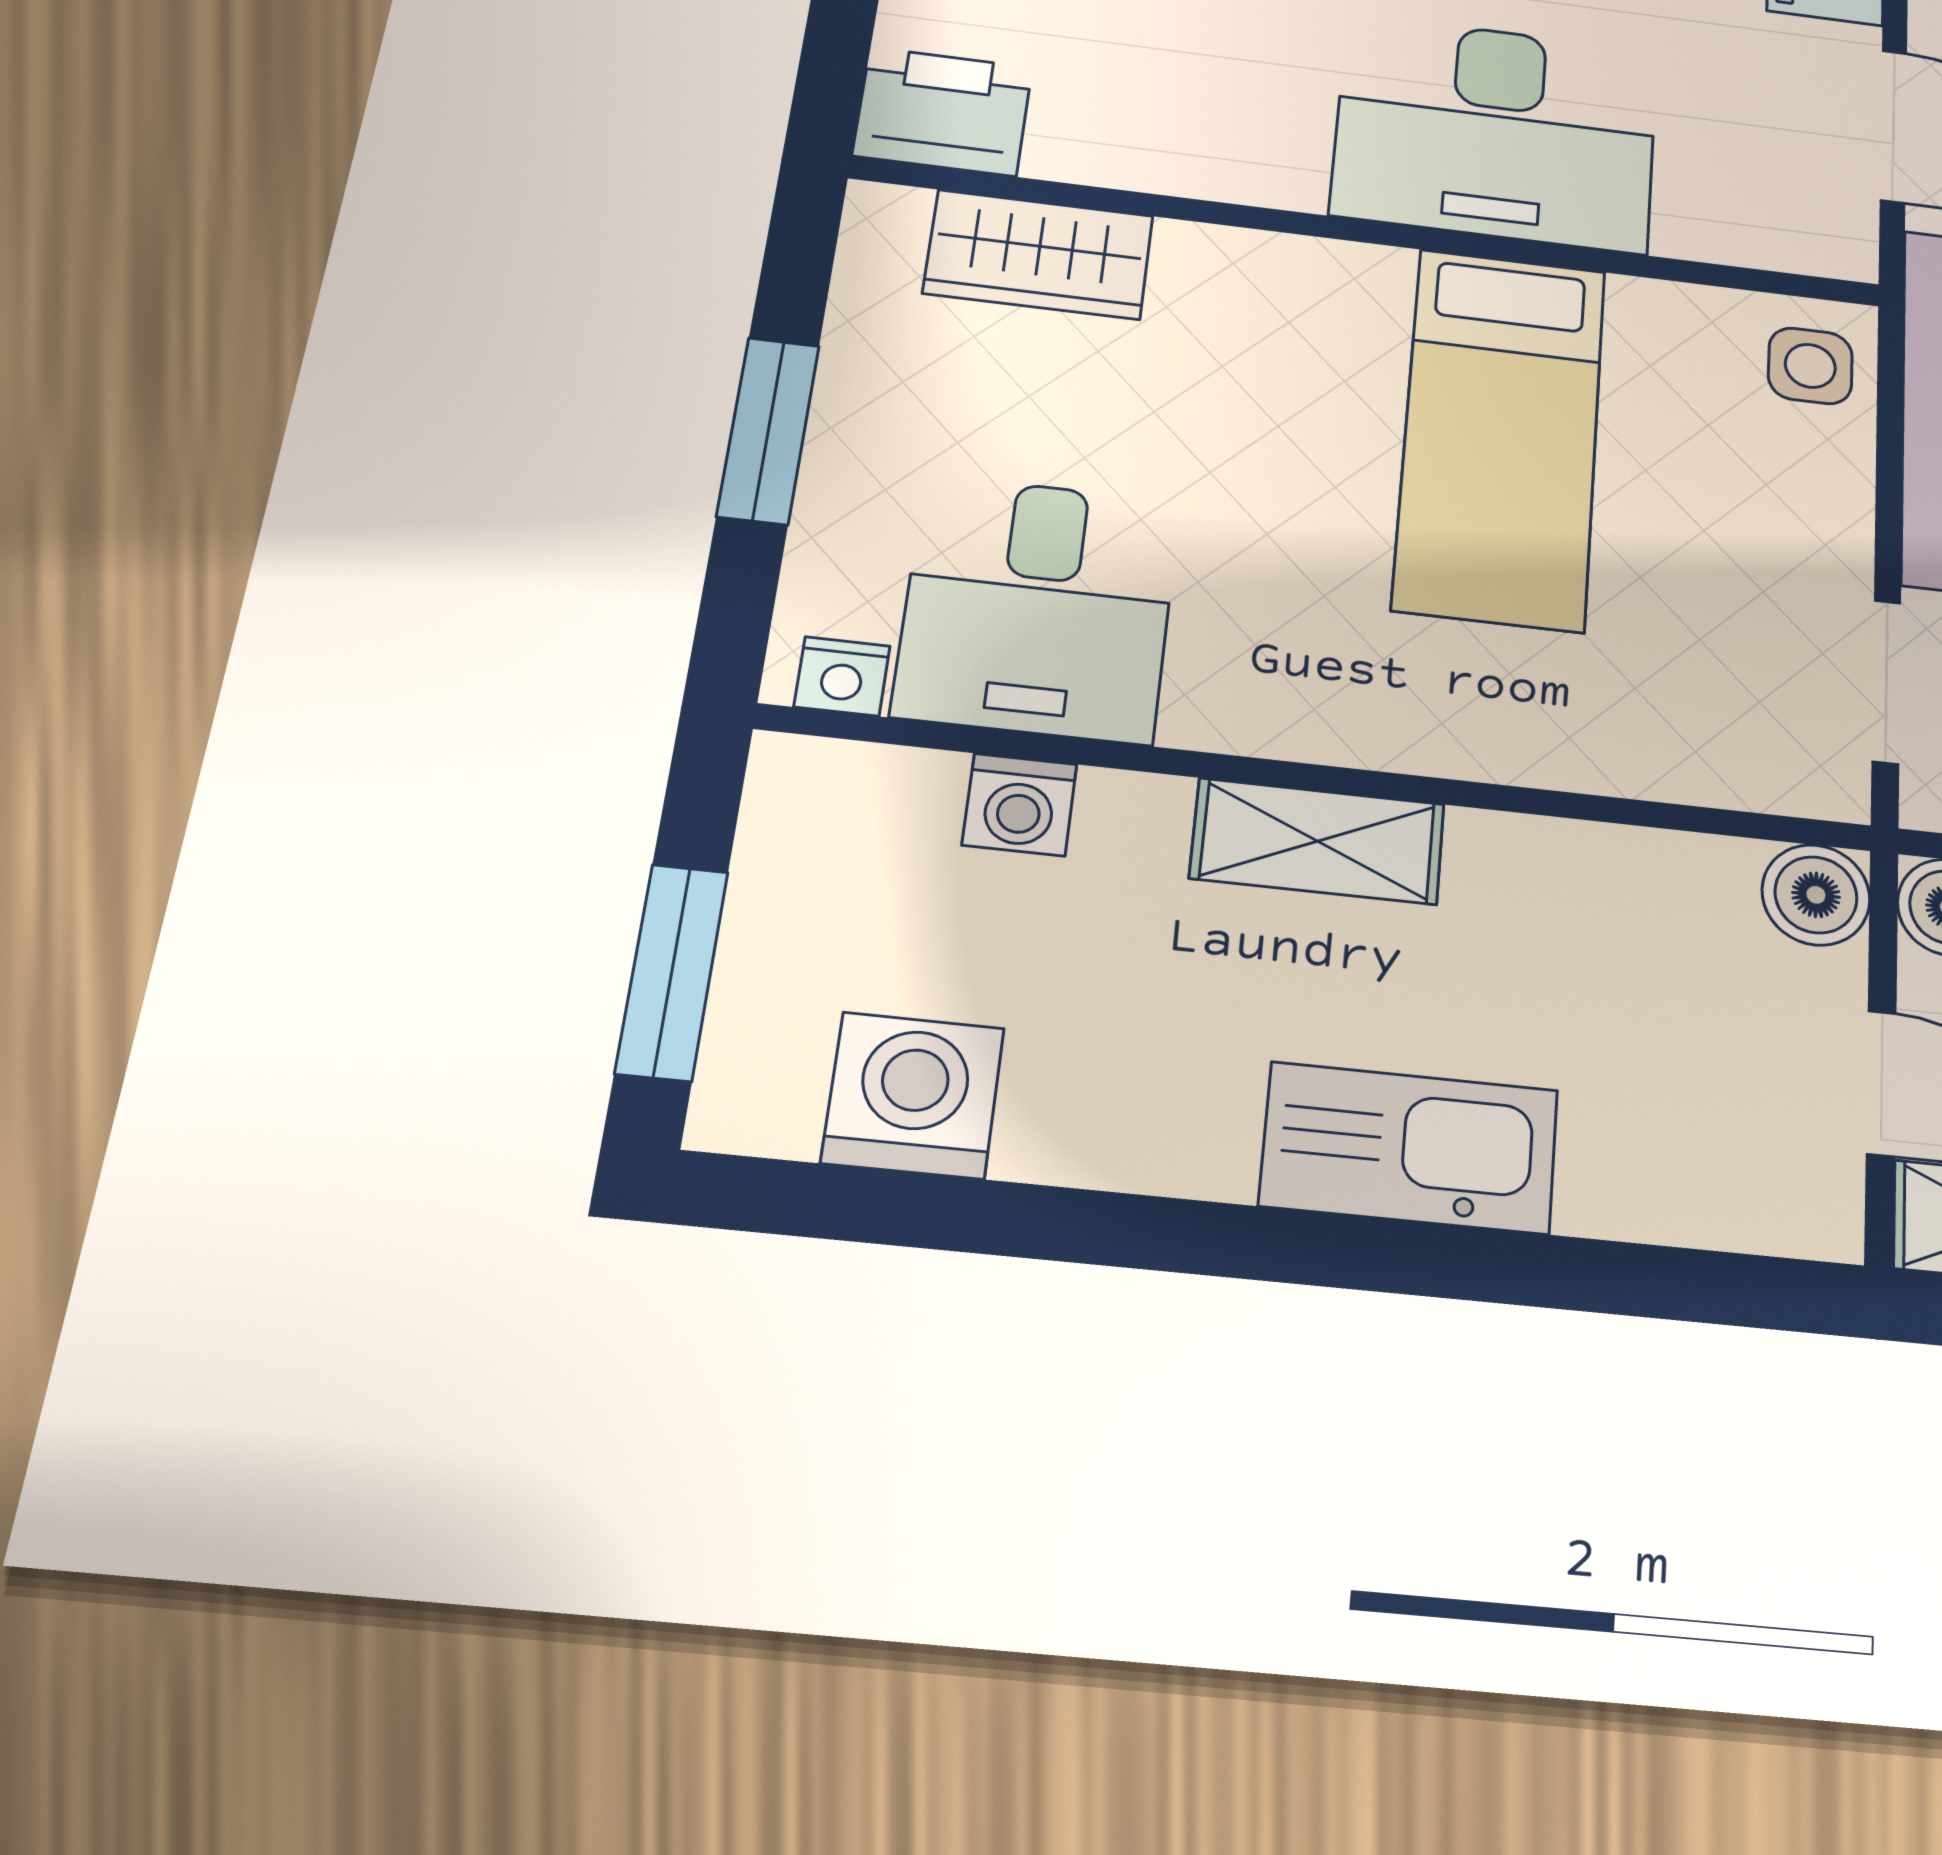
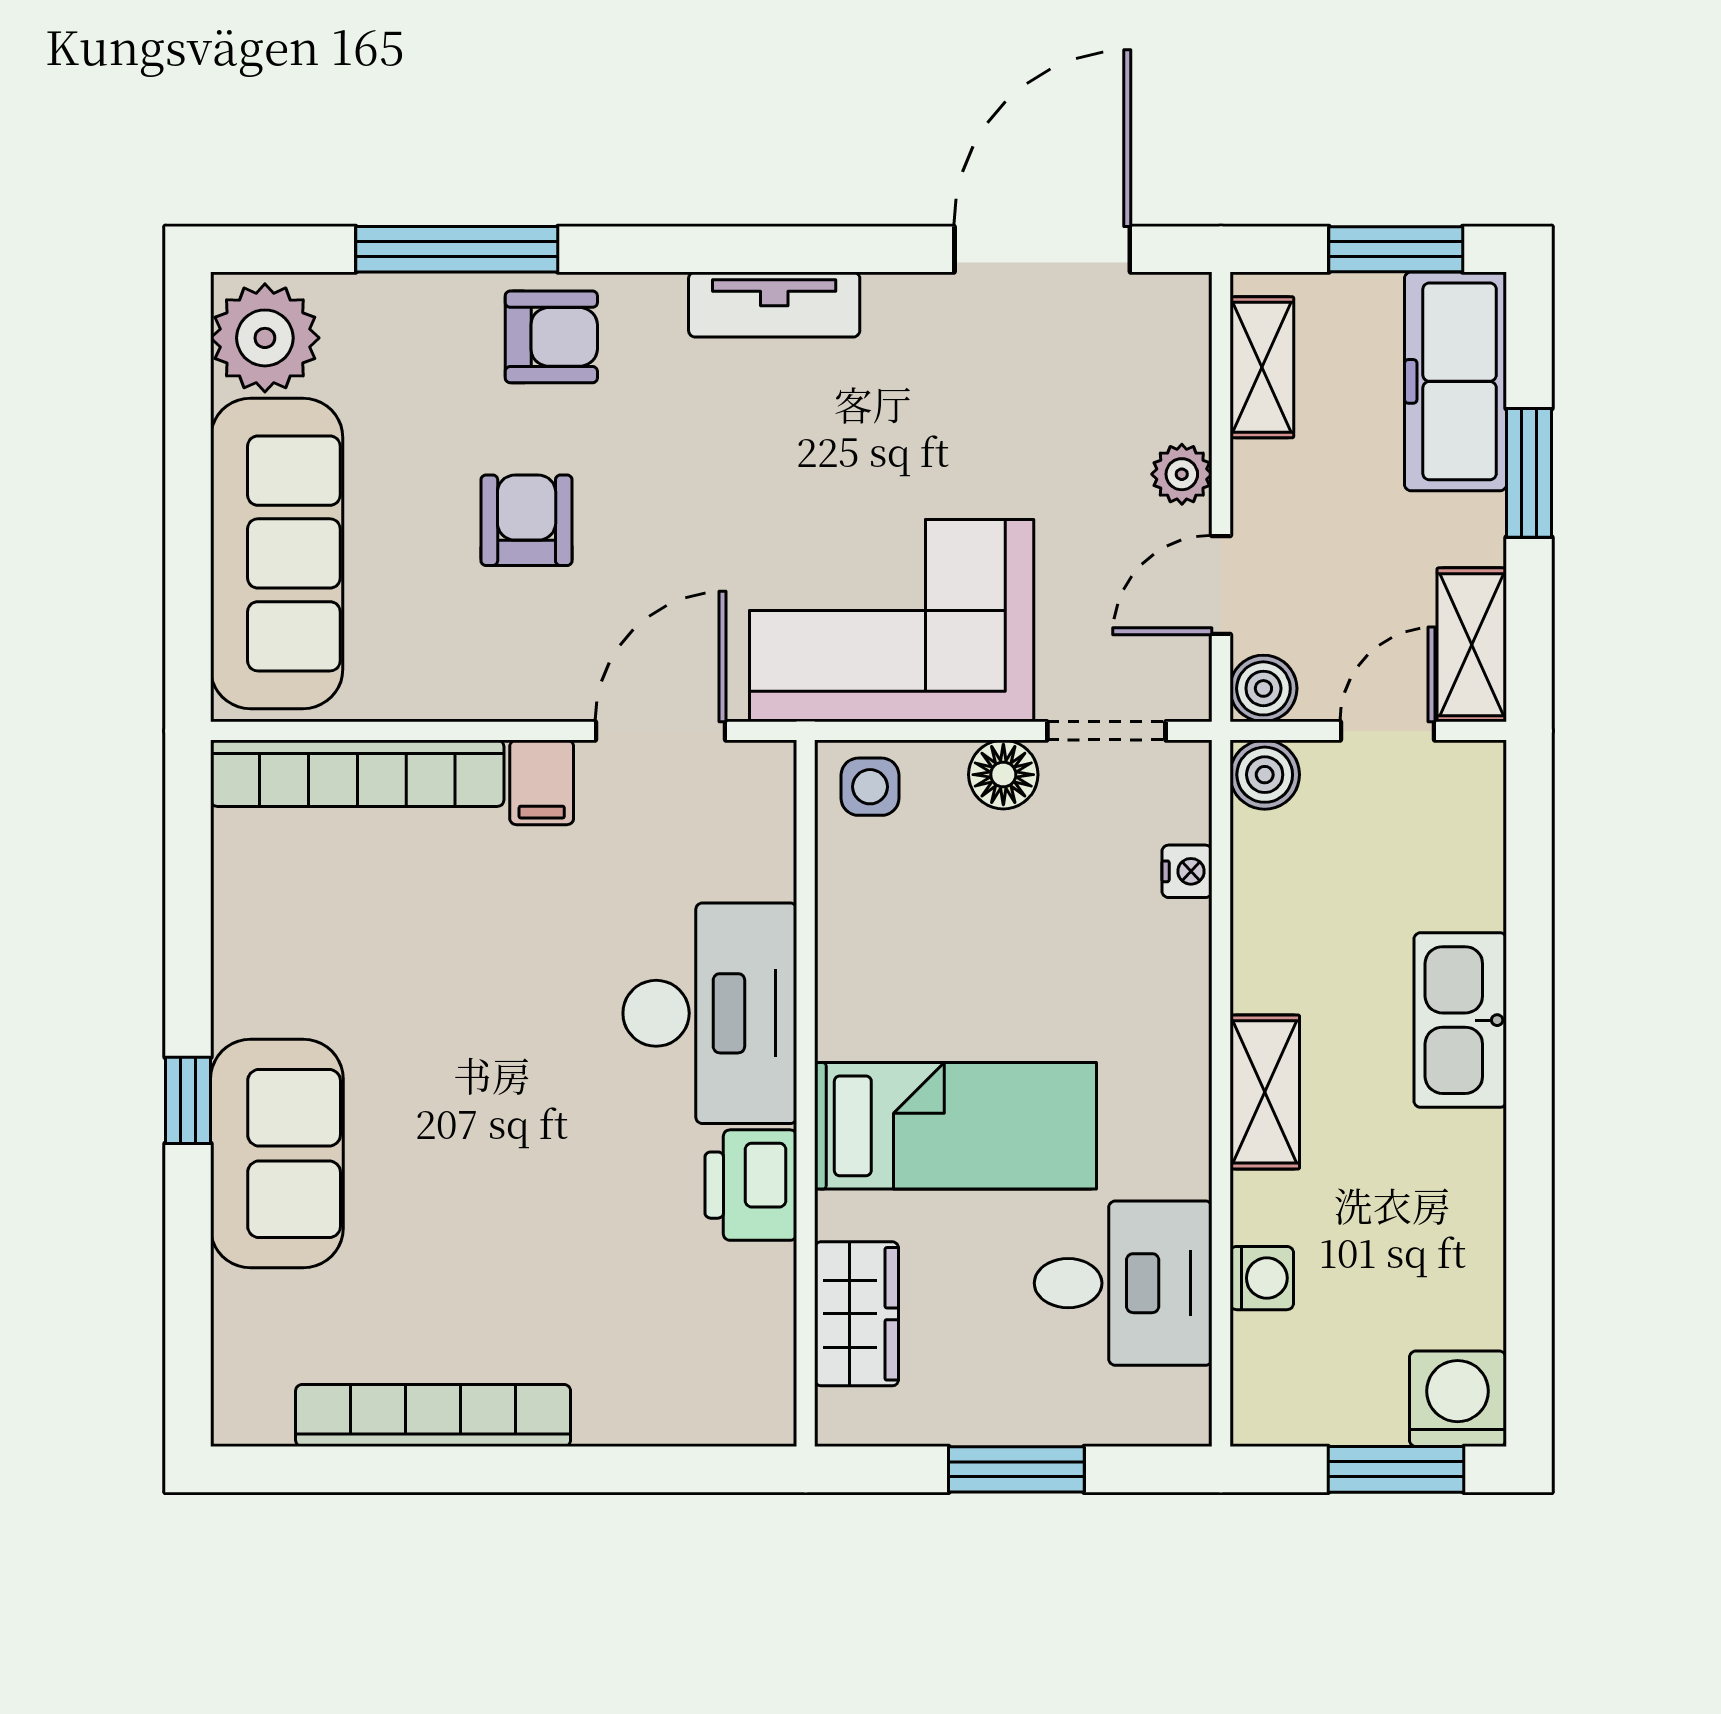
printer: (943, 111) -> (751, 1185), moved
bed: (1501, 437) -> (956, 1126), moved
floor lamp: (1824, 537) -> (1003, 775), added
nightstand: (842, 676) -> (1187, 871), moved
washing machine: (913, 1095) -> (1458, 1399), moved, turned 90

